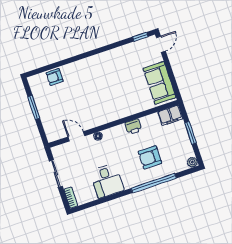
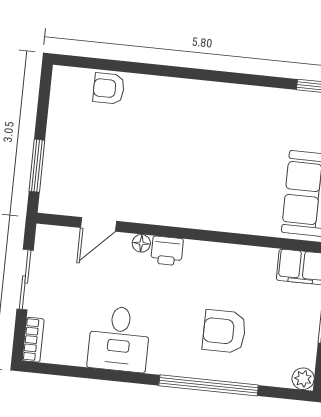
window: (34, 107) -> (37, 166), moved
printer: (133, 127) -> (167, 251), moved
door: (76, 136) -> (98, 224), swing flipped

